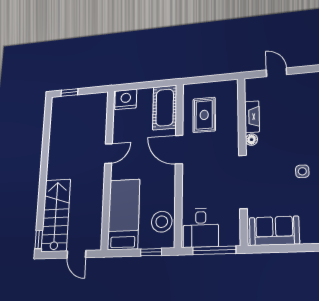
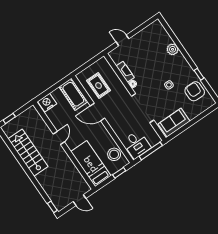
stairs: (56, 215) -> (28, 153), moved

